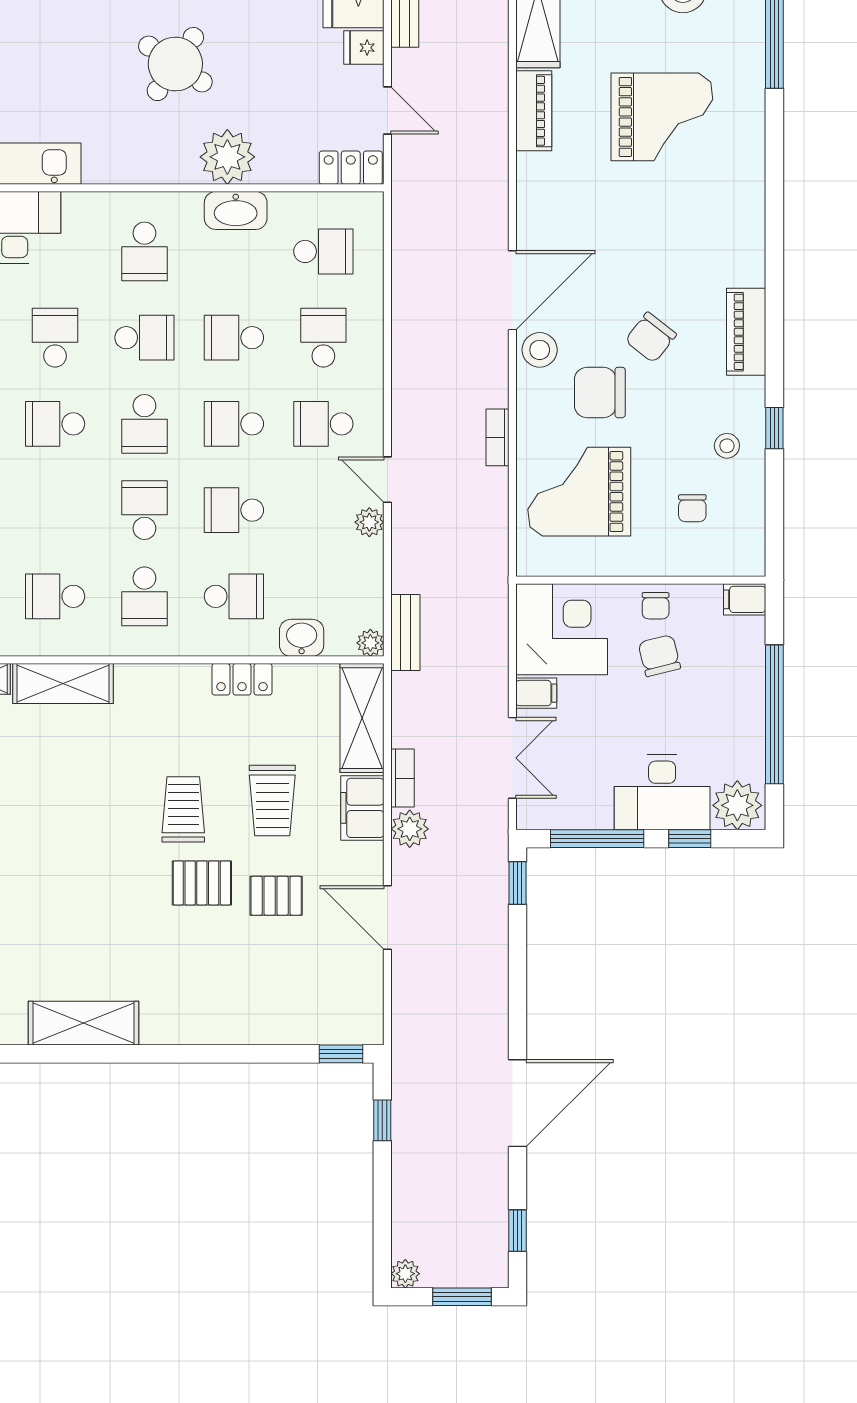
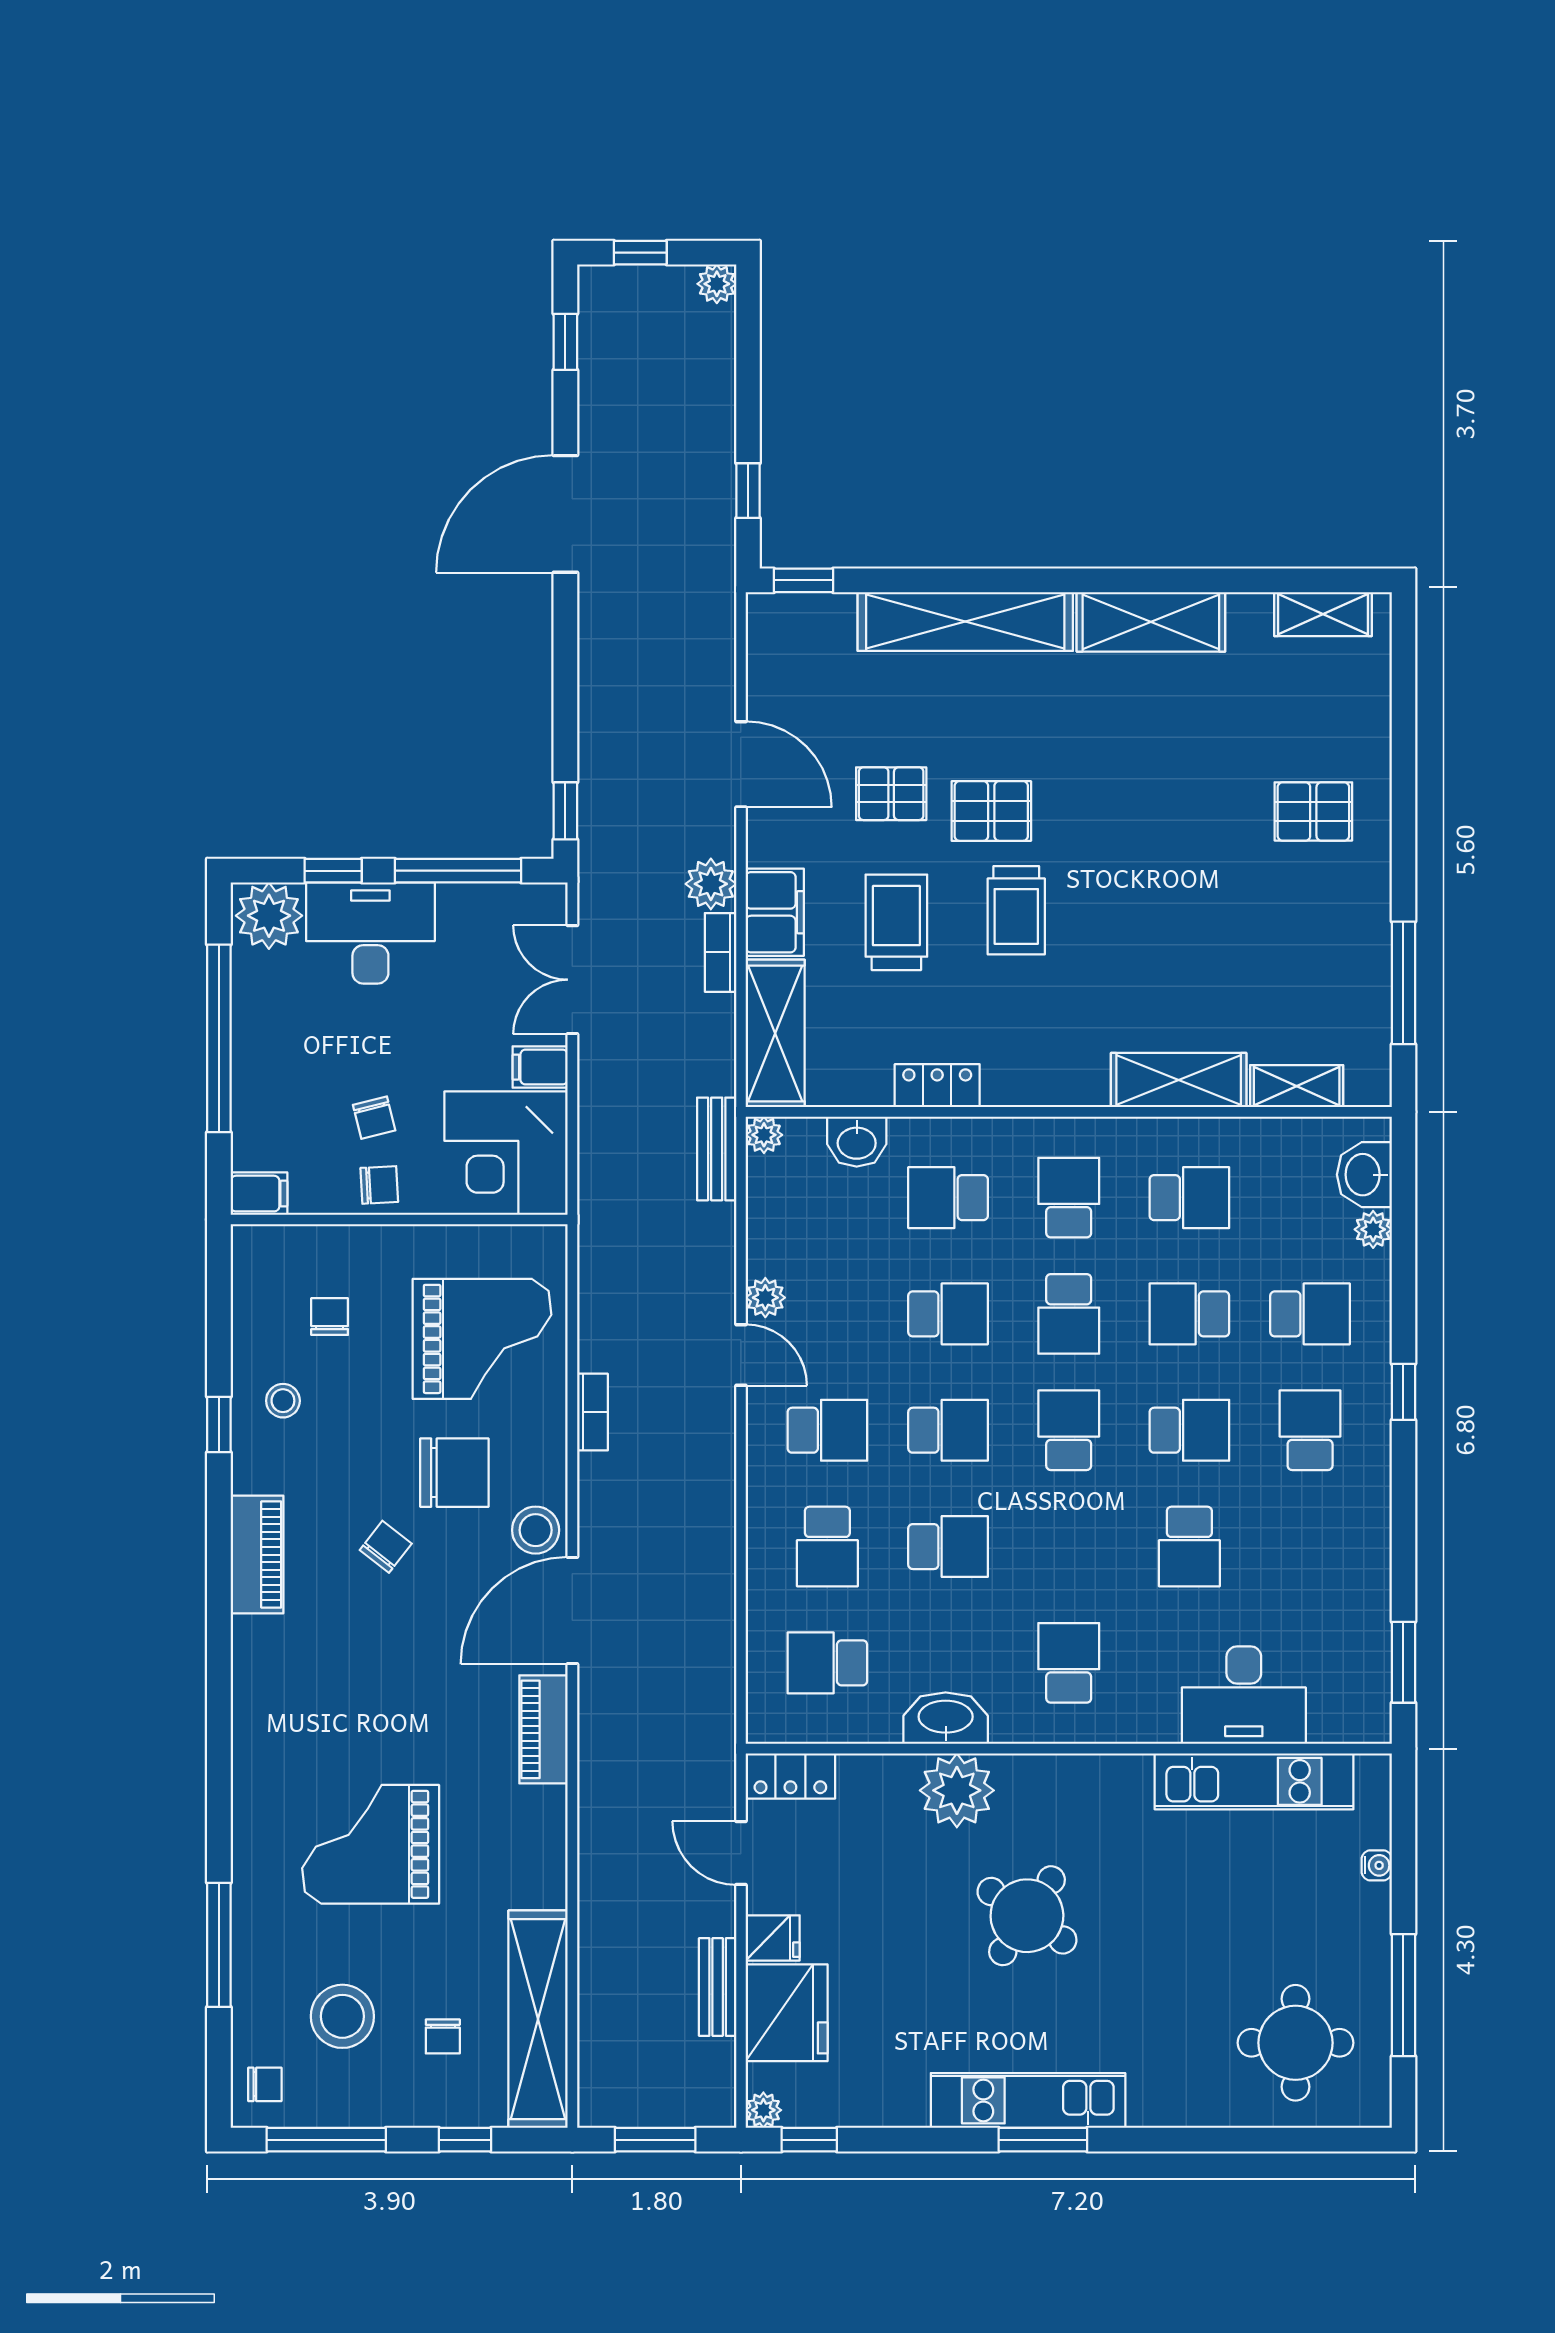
piano: (534, 111) -> (544, 1729), moved
chair: (651, 337) -> (386, 1547), width x0.73, depth x0.73
school desk: (144, 338) -> (1189, 1314), moved
chair: (656, 606) -> (379, 1185), turned 87
chair: (659, 656) -> (374, 1118), width x0.73, depth x0.73
shelving: (221, 1023) -> (965, 621), added
window: (462, 1297) -> (640, 253), width x0.67

